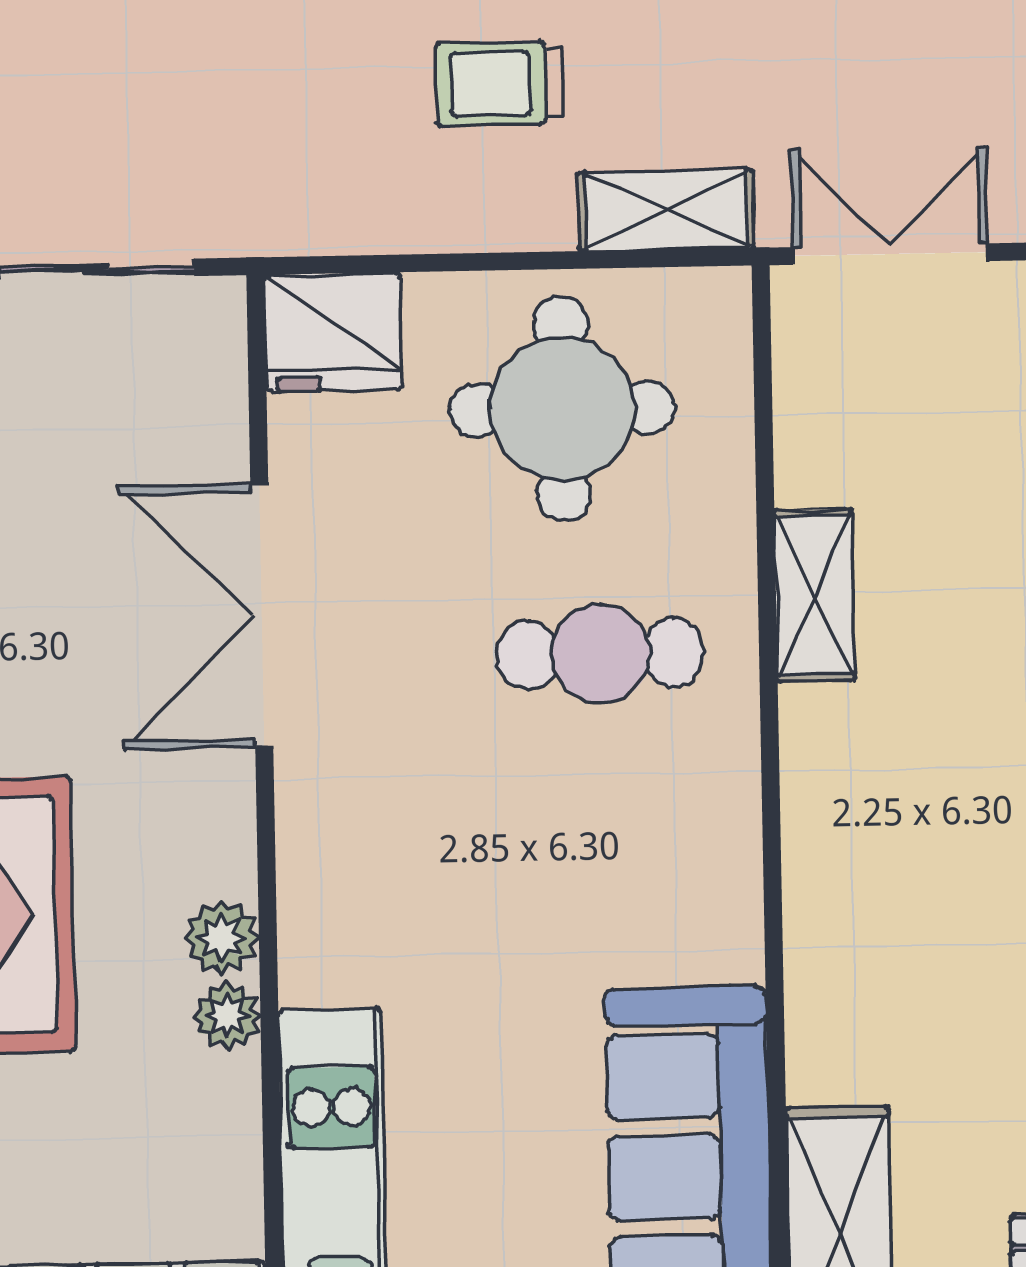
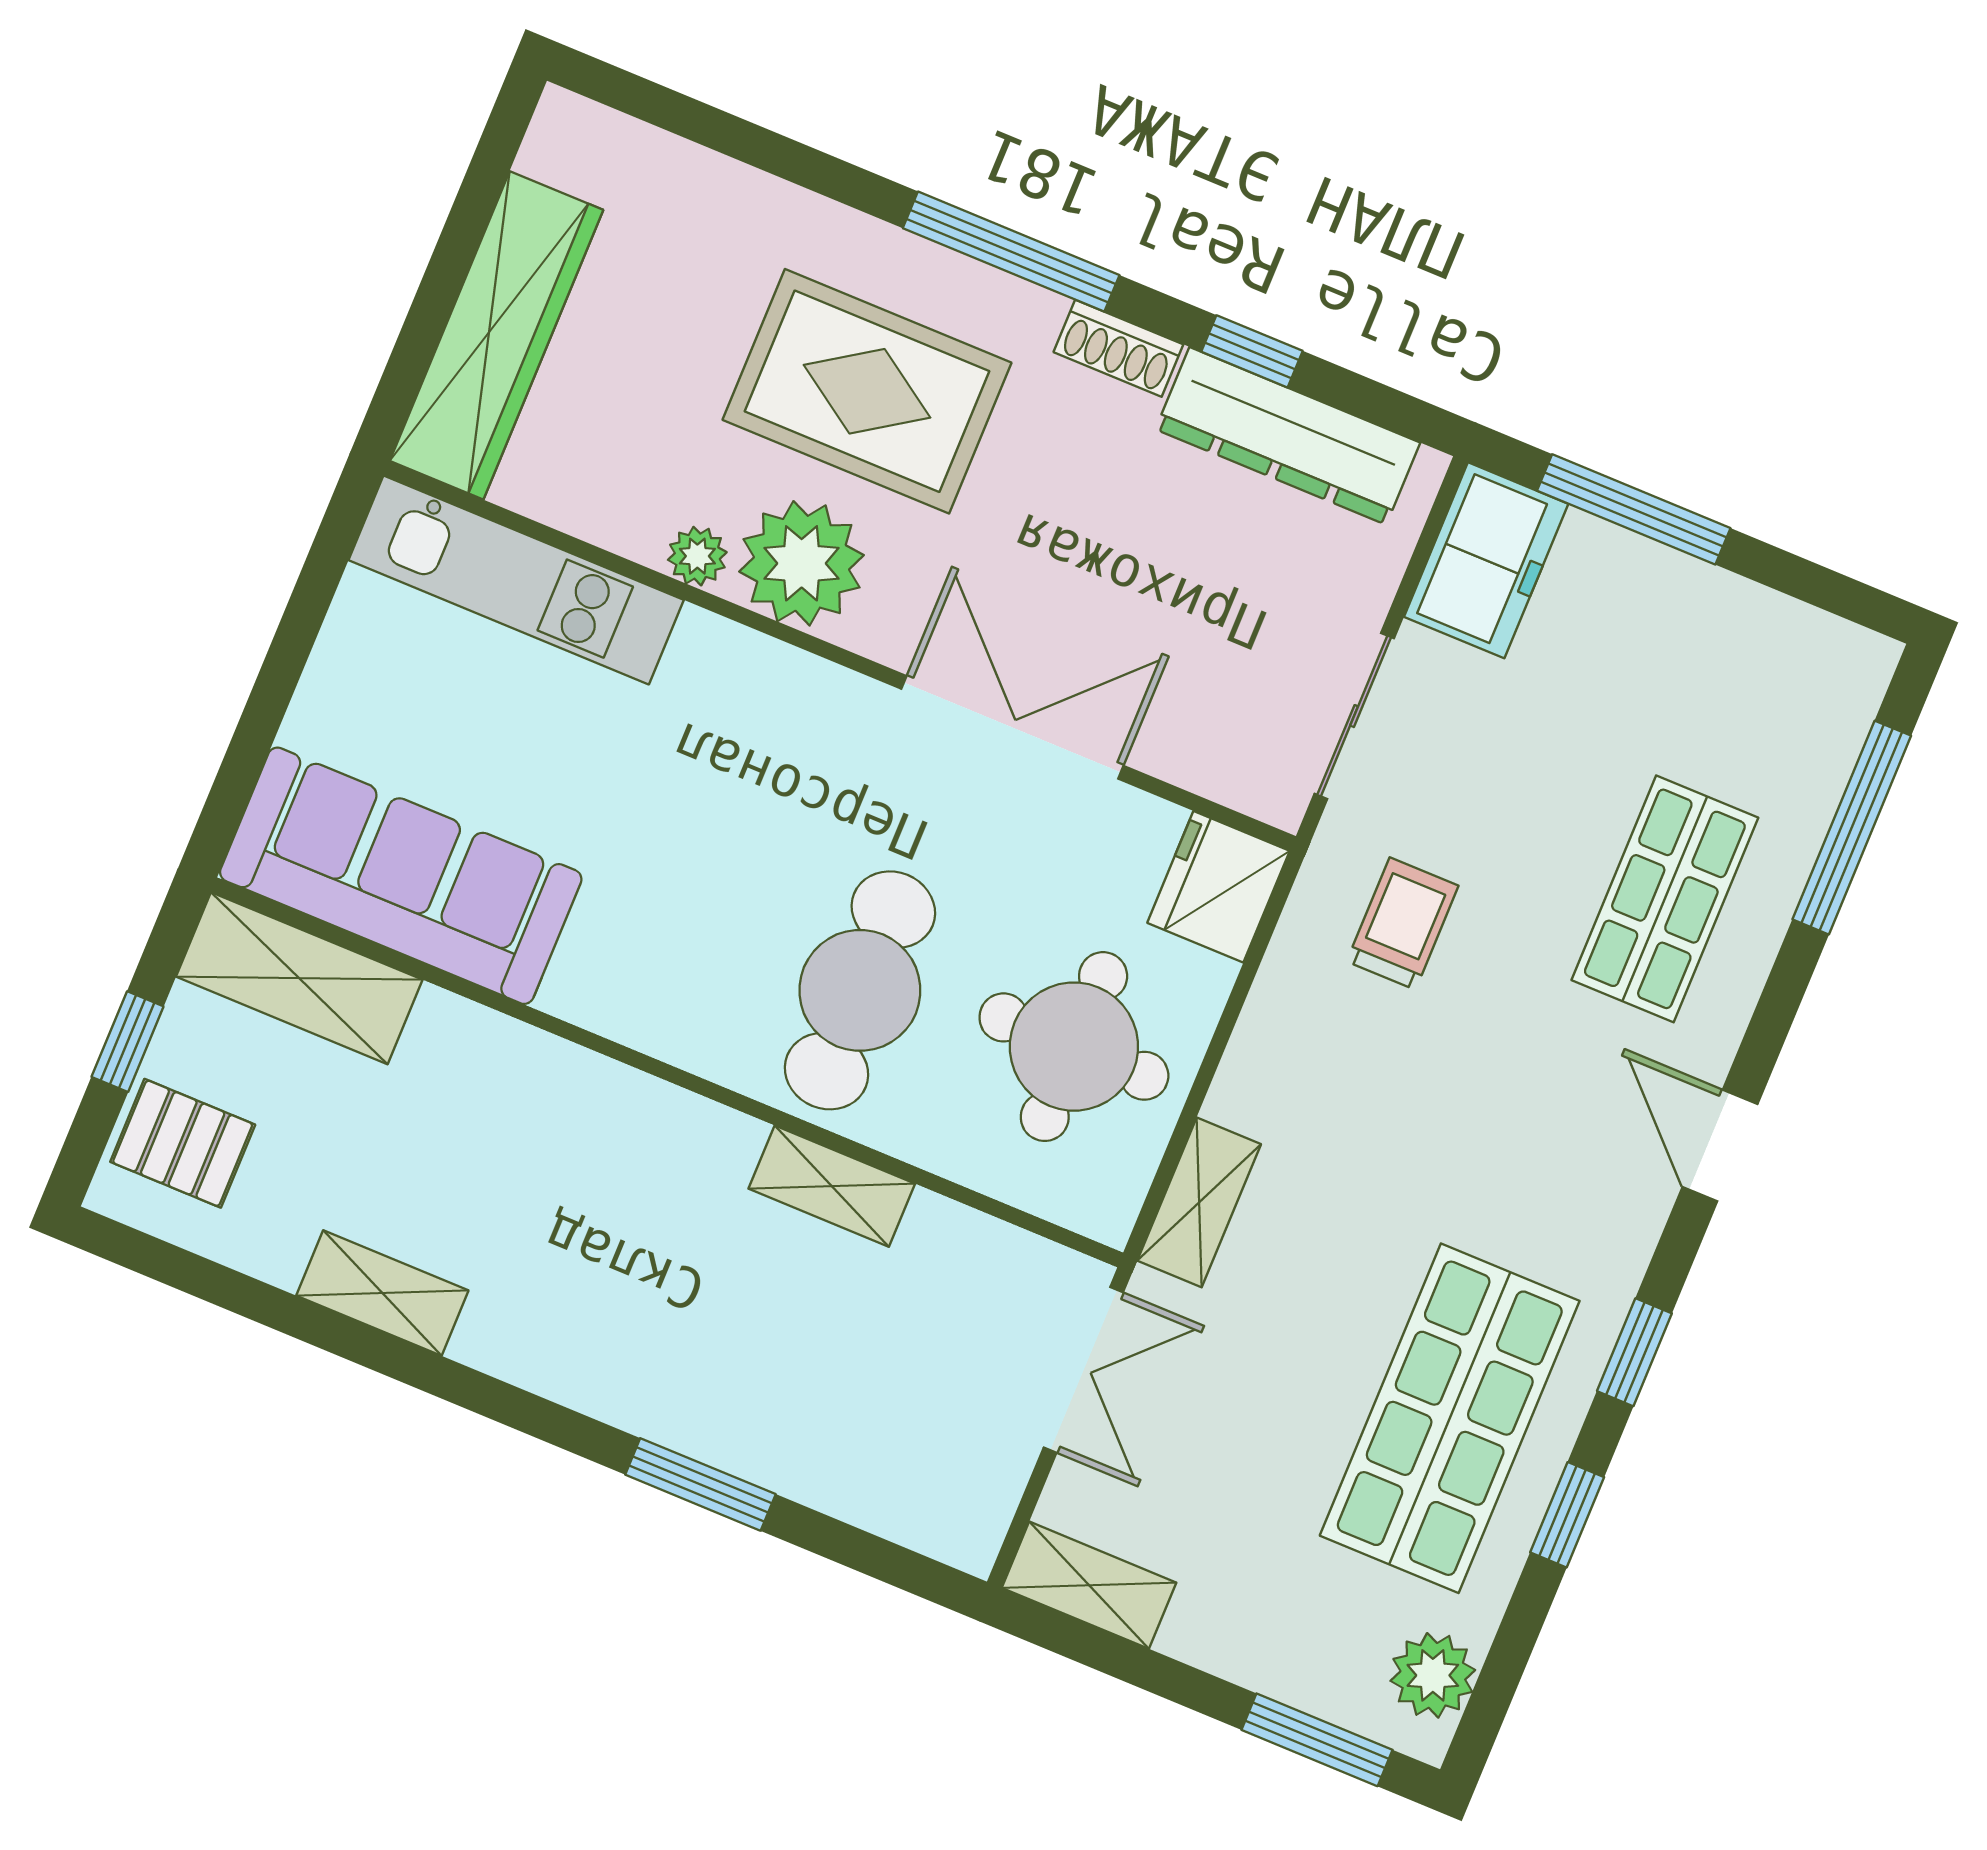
trolley: (499, 84) -> (1403, 924), moved
cafe table: (600, 654) -> (860, 990), width x1.37, depth x1.35
plant: (221, 938) -> (802, 563), width x1.87, depth x1.87

